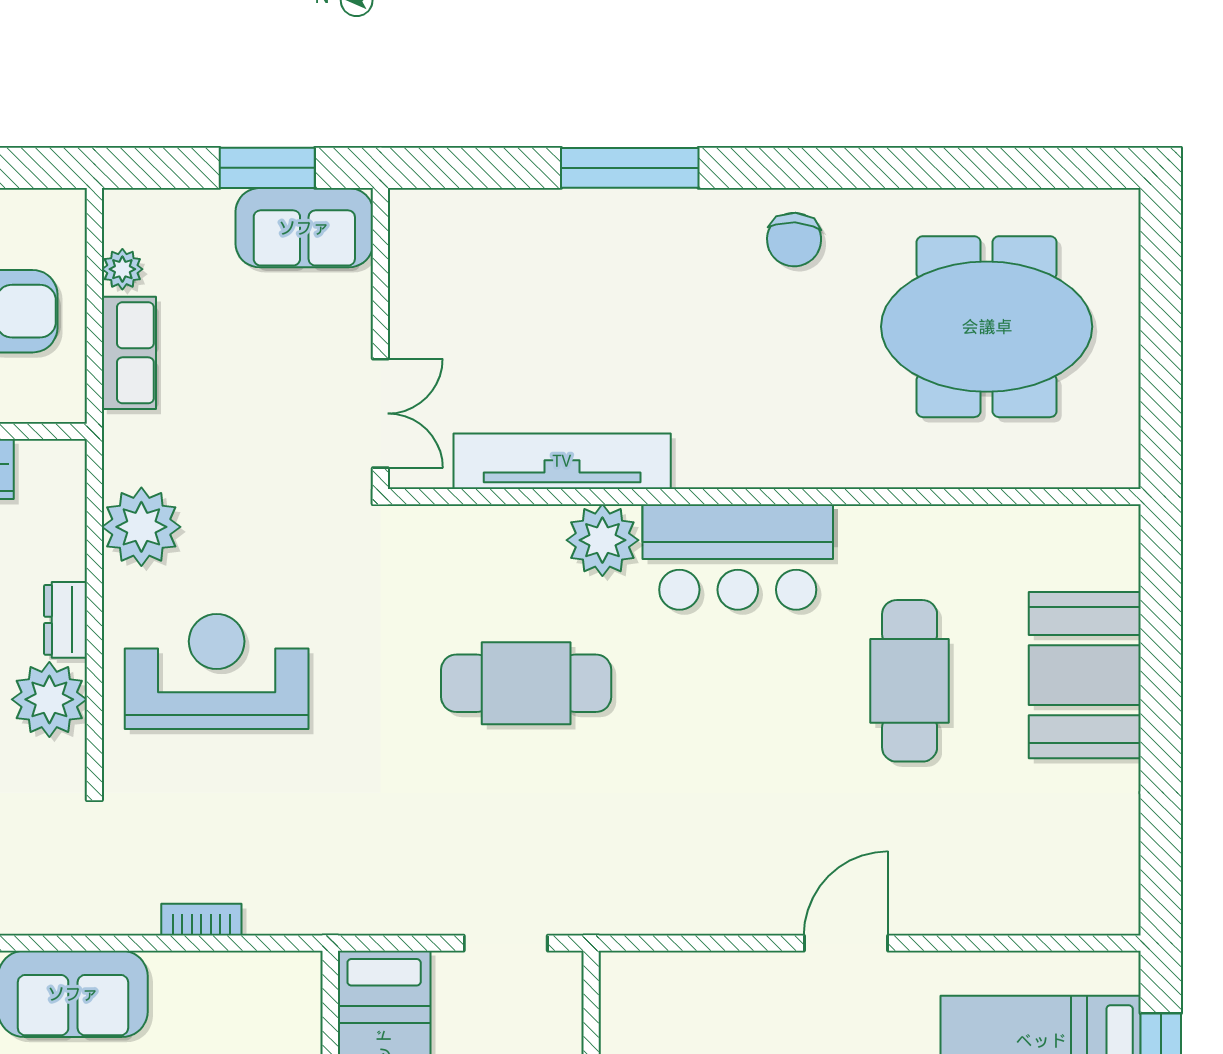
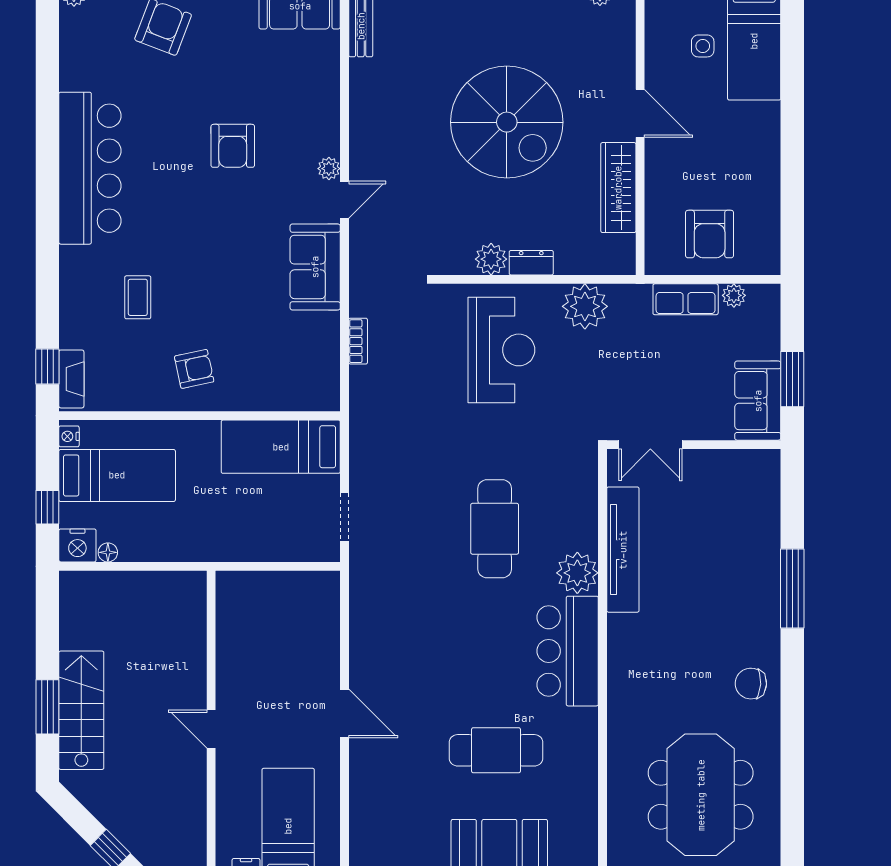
plant: (49, 699) -> (491, 259), width x0.73, depth x0.73

